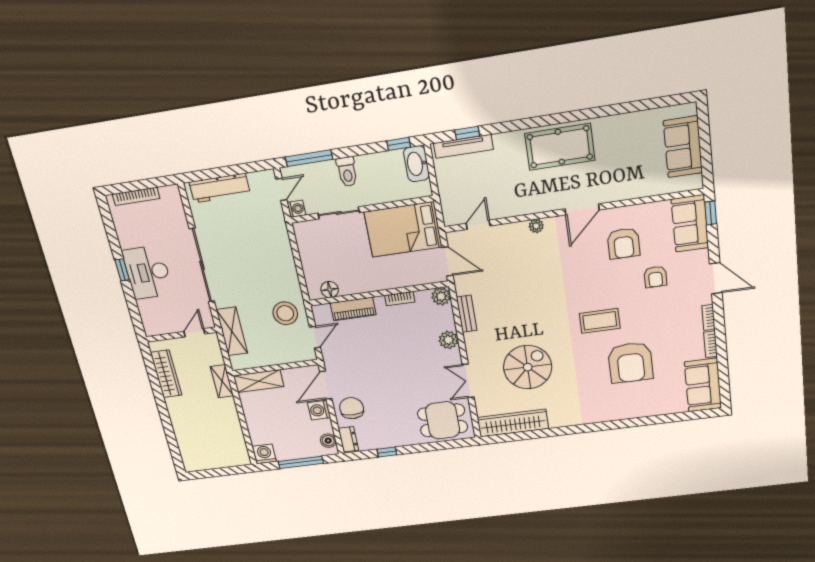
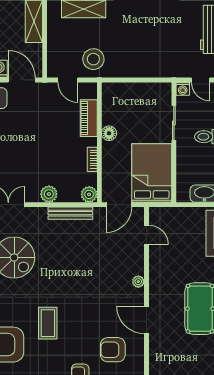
floor lamp: (330, 290) -> (109, 133), moved
bench: (467, 314) -> (70, 213), width x1.36

